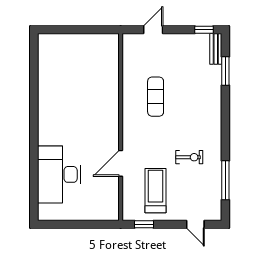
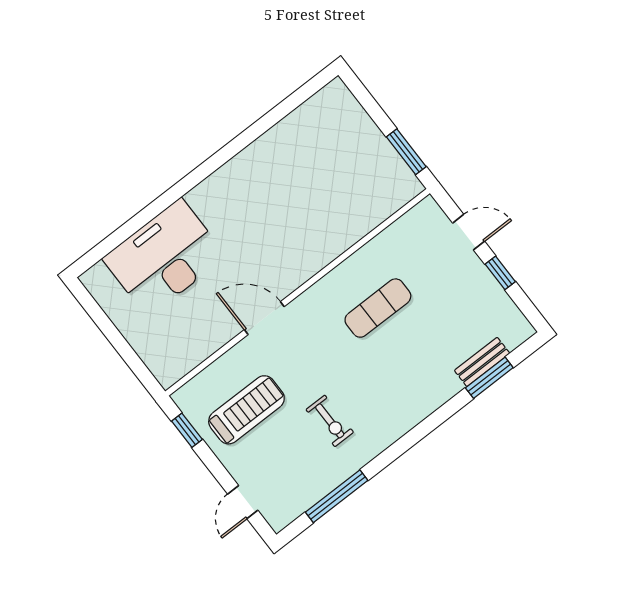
window: (96, 30) -> (406, 152), added
window: (204, 30) -> (500, 273), moved
bench: (216, 49) -> (482, 362), moved
door: (121, 163) -> (264, 318), moved

